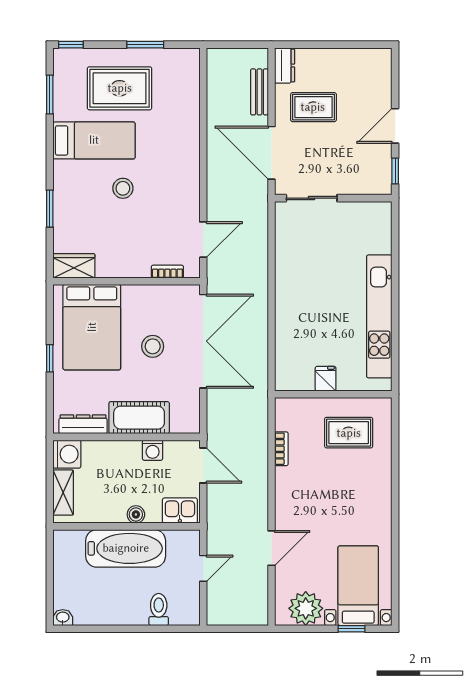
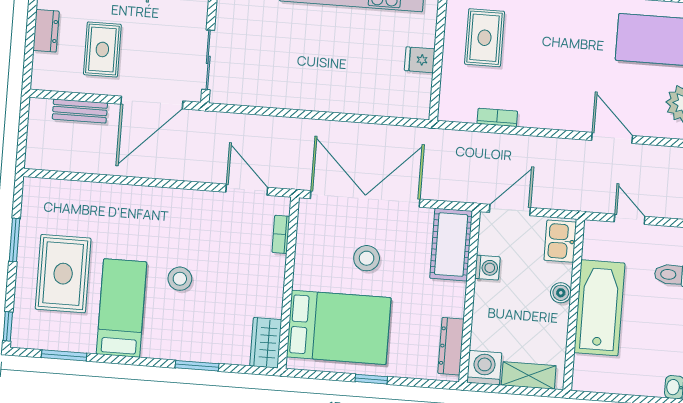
dresser: (285, 66) -> (46, 31), moved, turned 90
cot: (139, 418) -> (451, 245), moved

